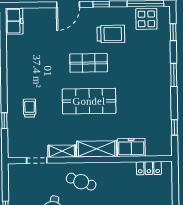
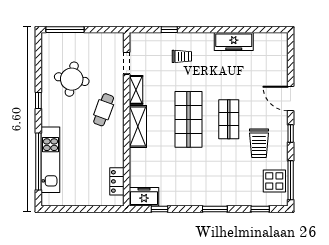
freezer: (14, 21) -> (234, 42), moved, width x1.40
freezer: (131, 147) -> (144, 197), moved, turned -90

